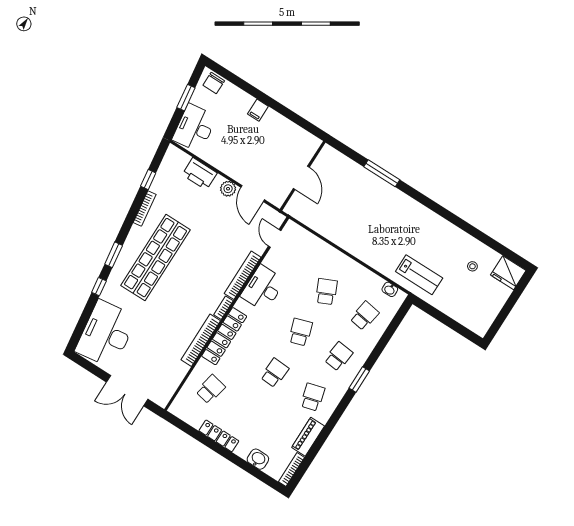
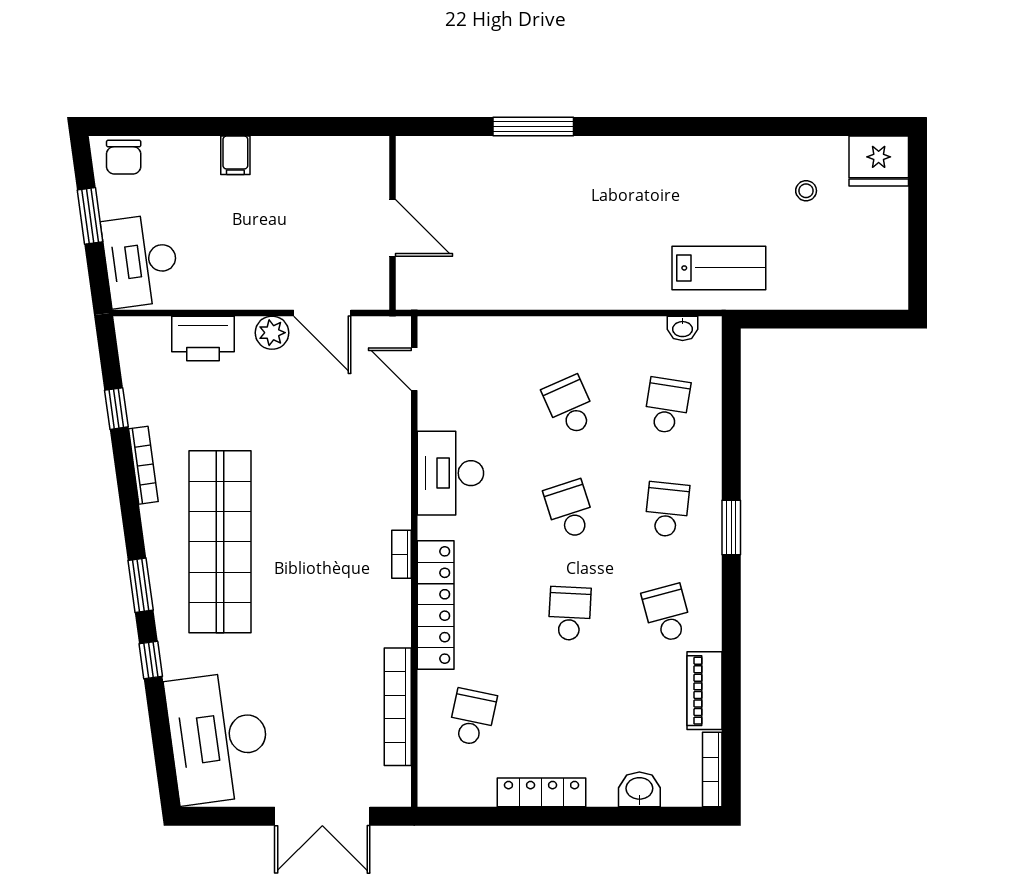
bookcase: (243, 275) -> (399, 473), removed
bookcase: (201, 340) -> (398, 707), moved

